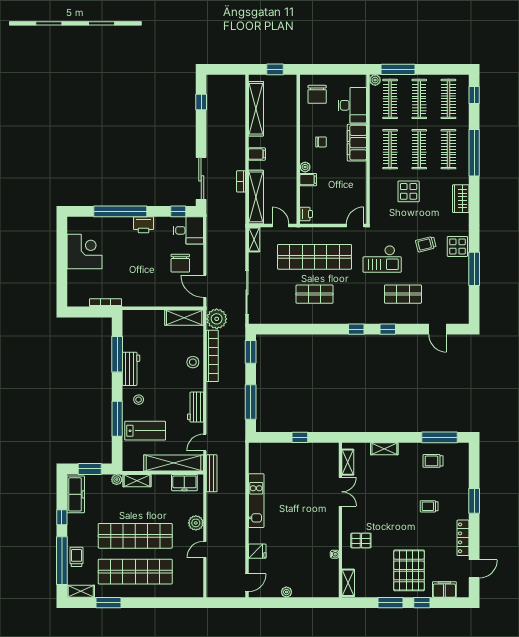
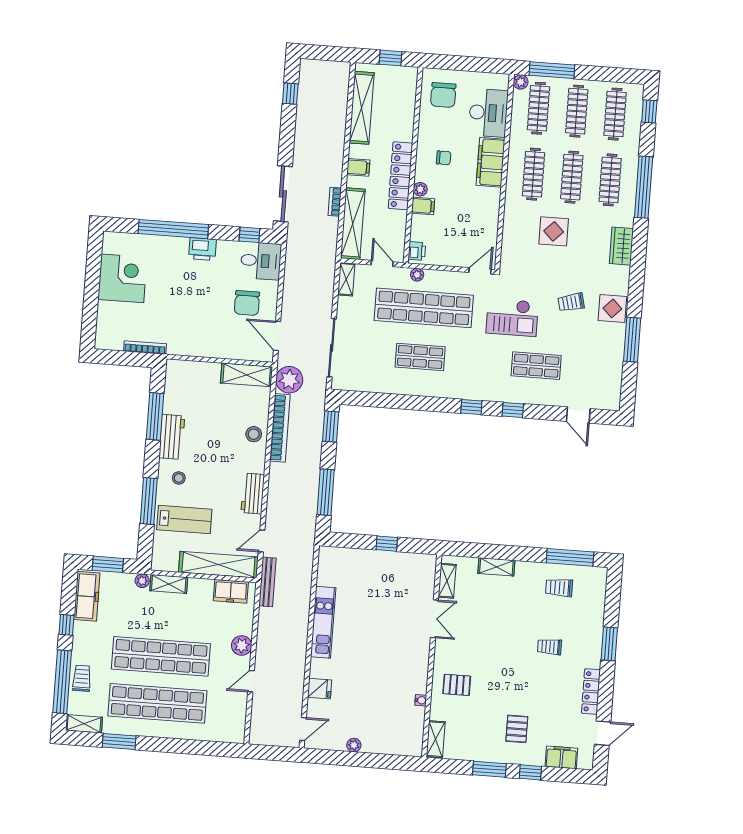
locker: (289, 158) -> (400, 176), added
plant: (308, 232) -> (417, 275), added
pallet: (409, 570) -> (517, 729), width x0.49, depth x0.50

